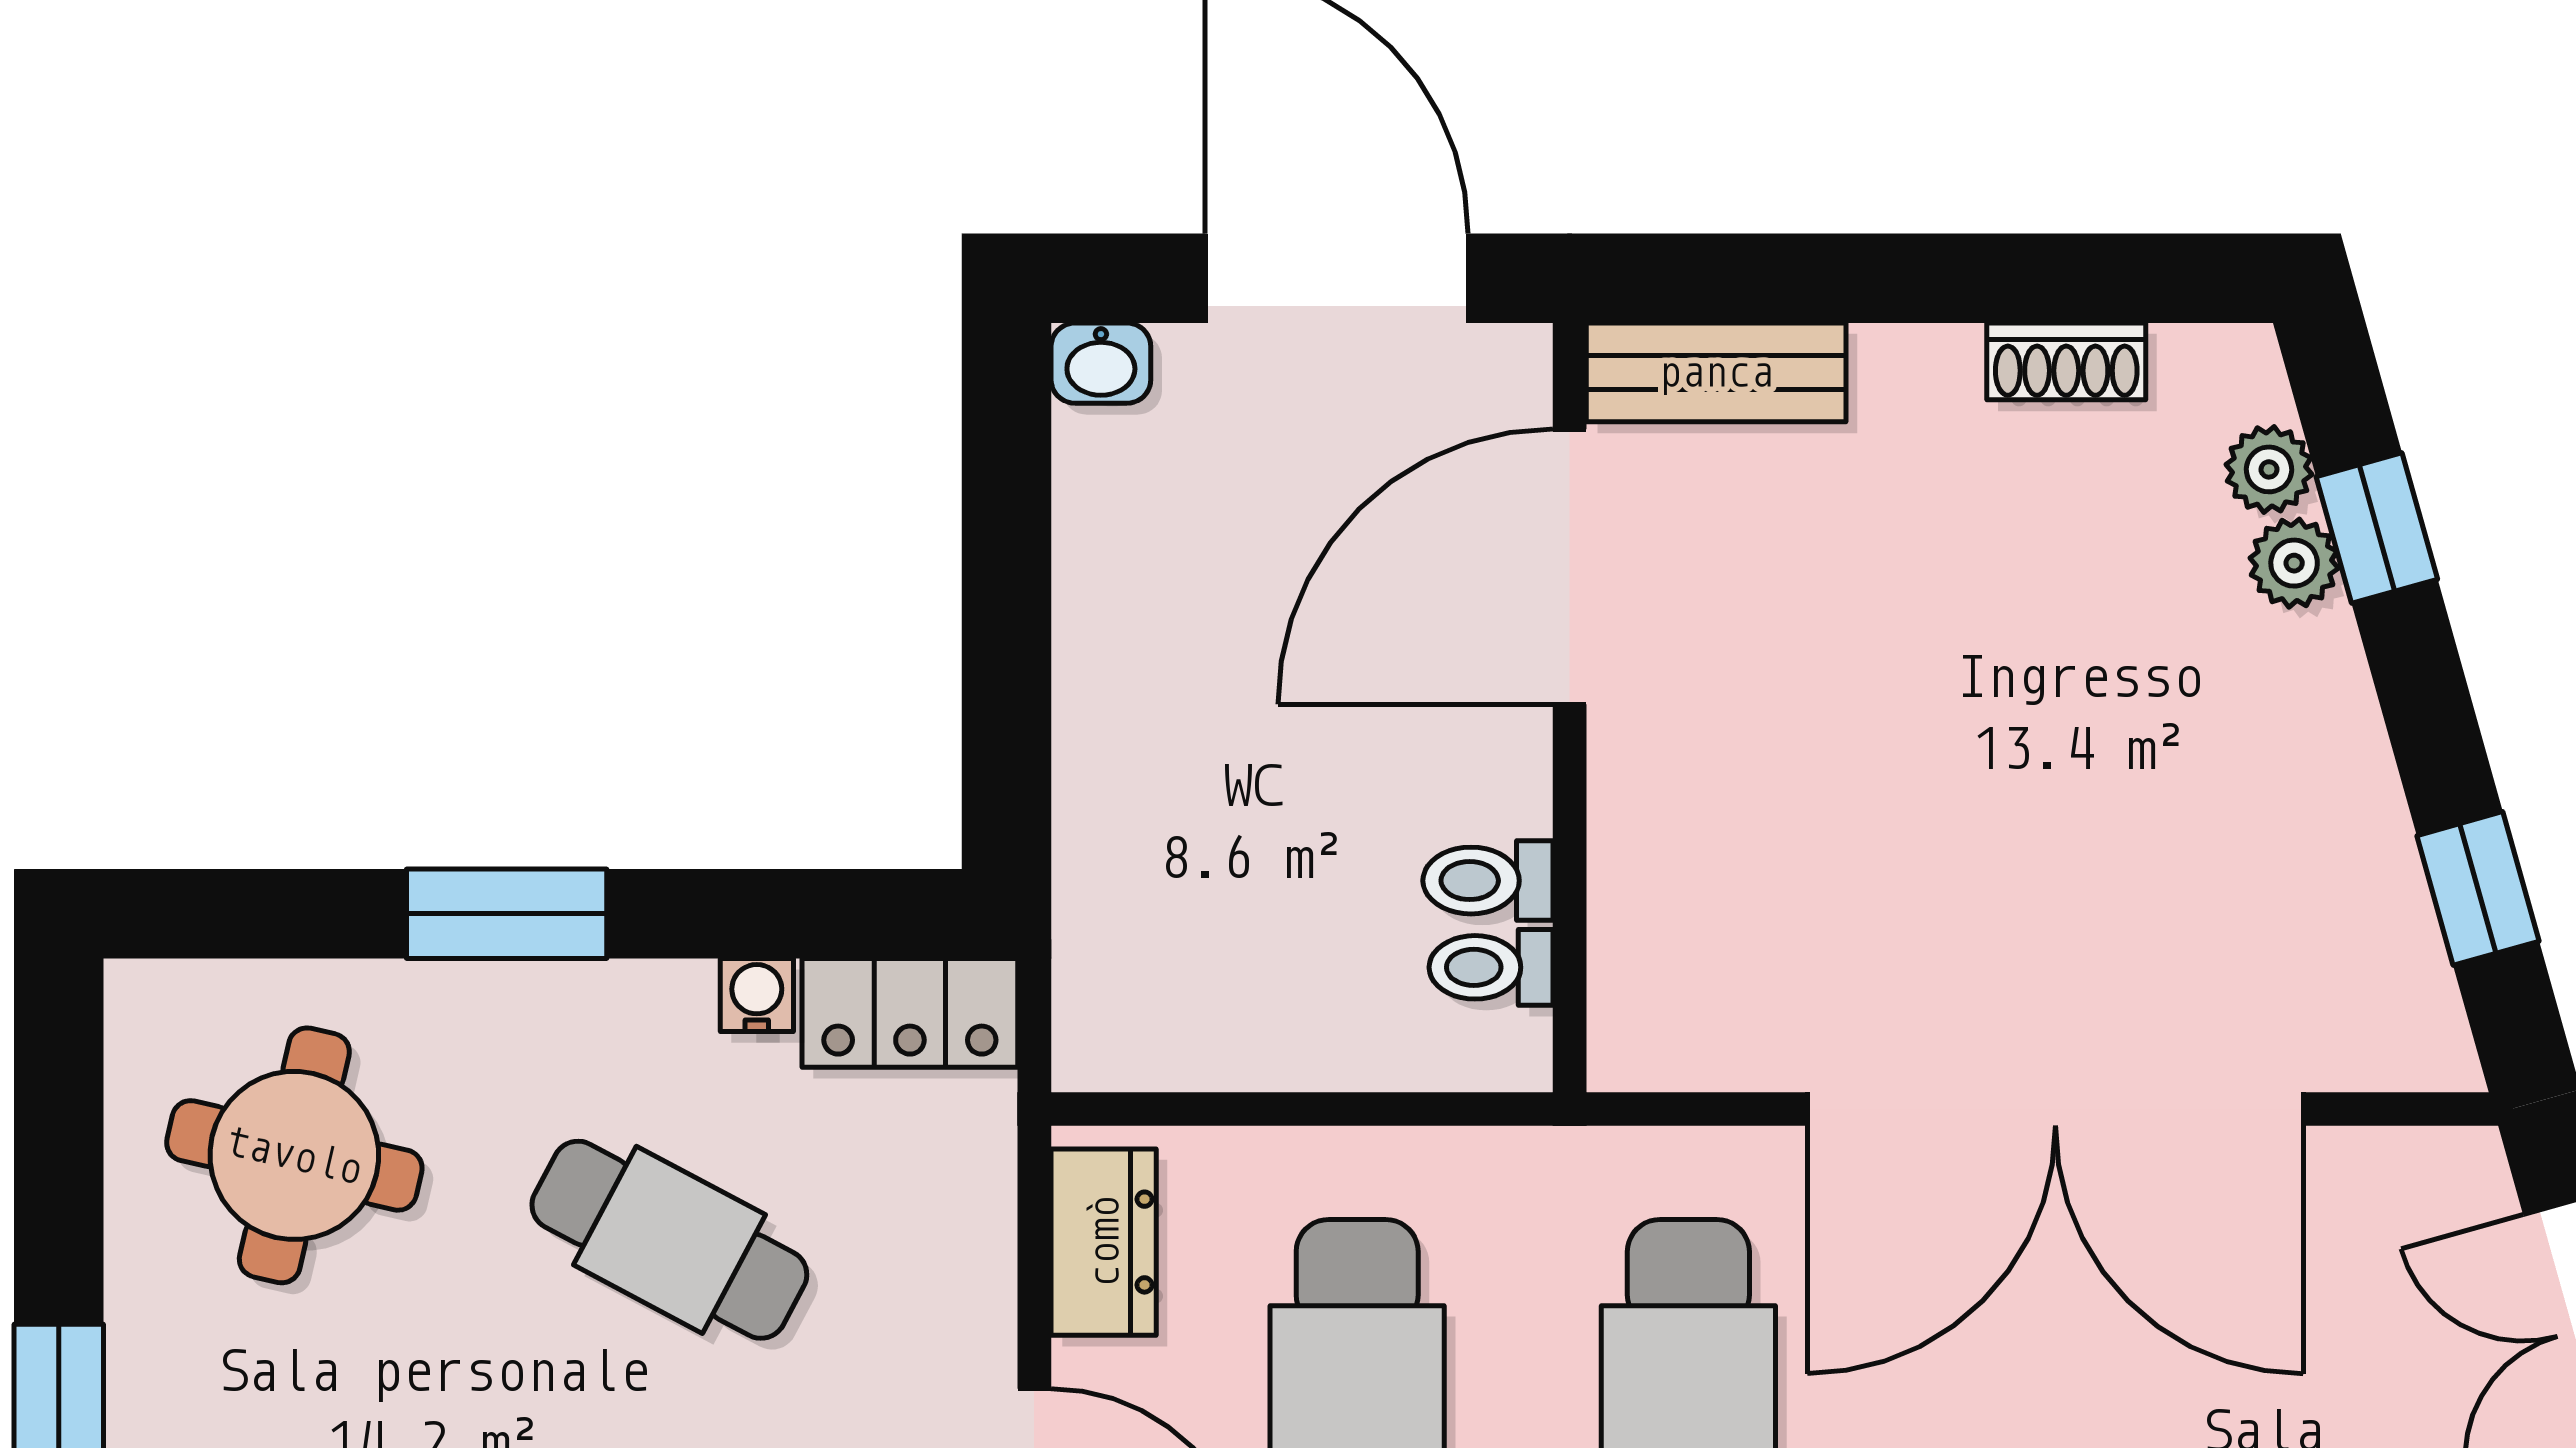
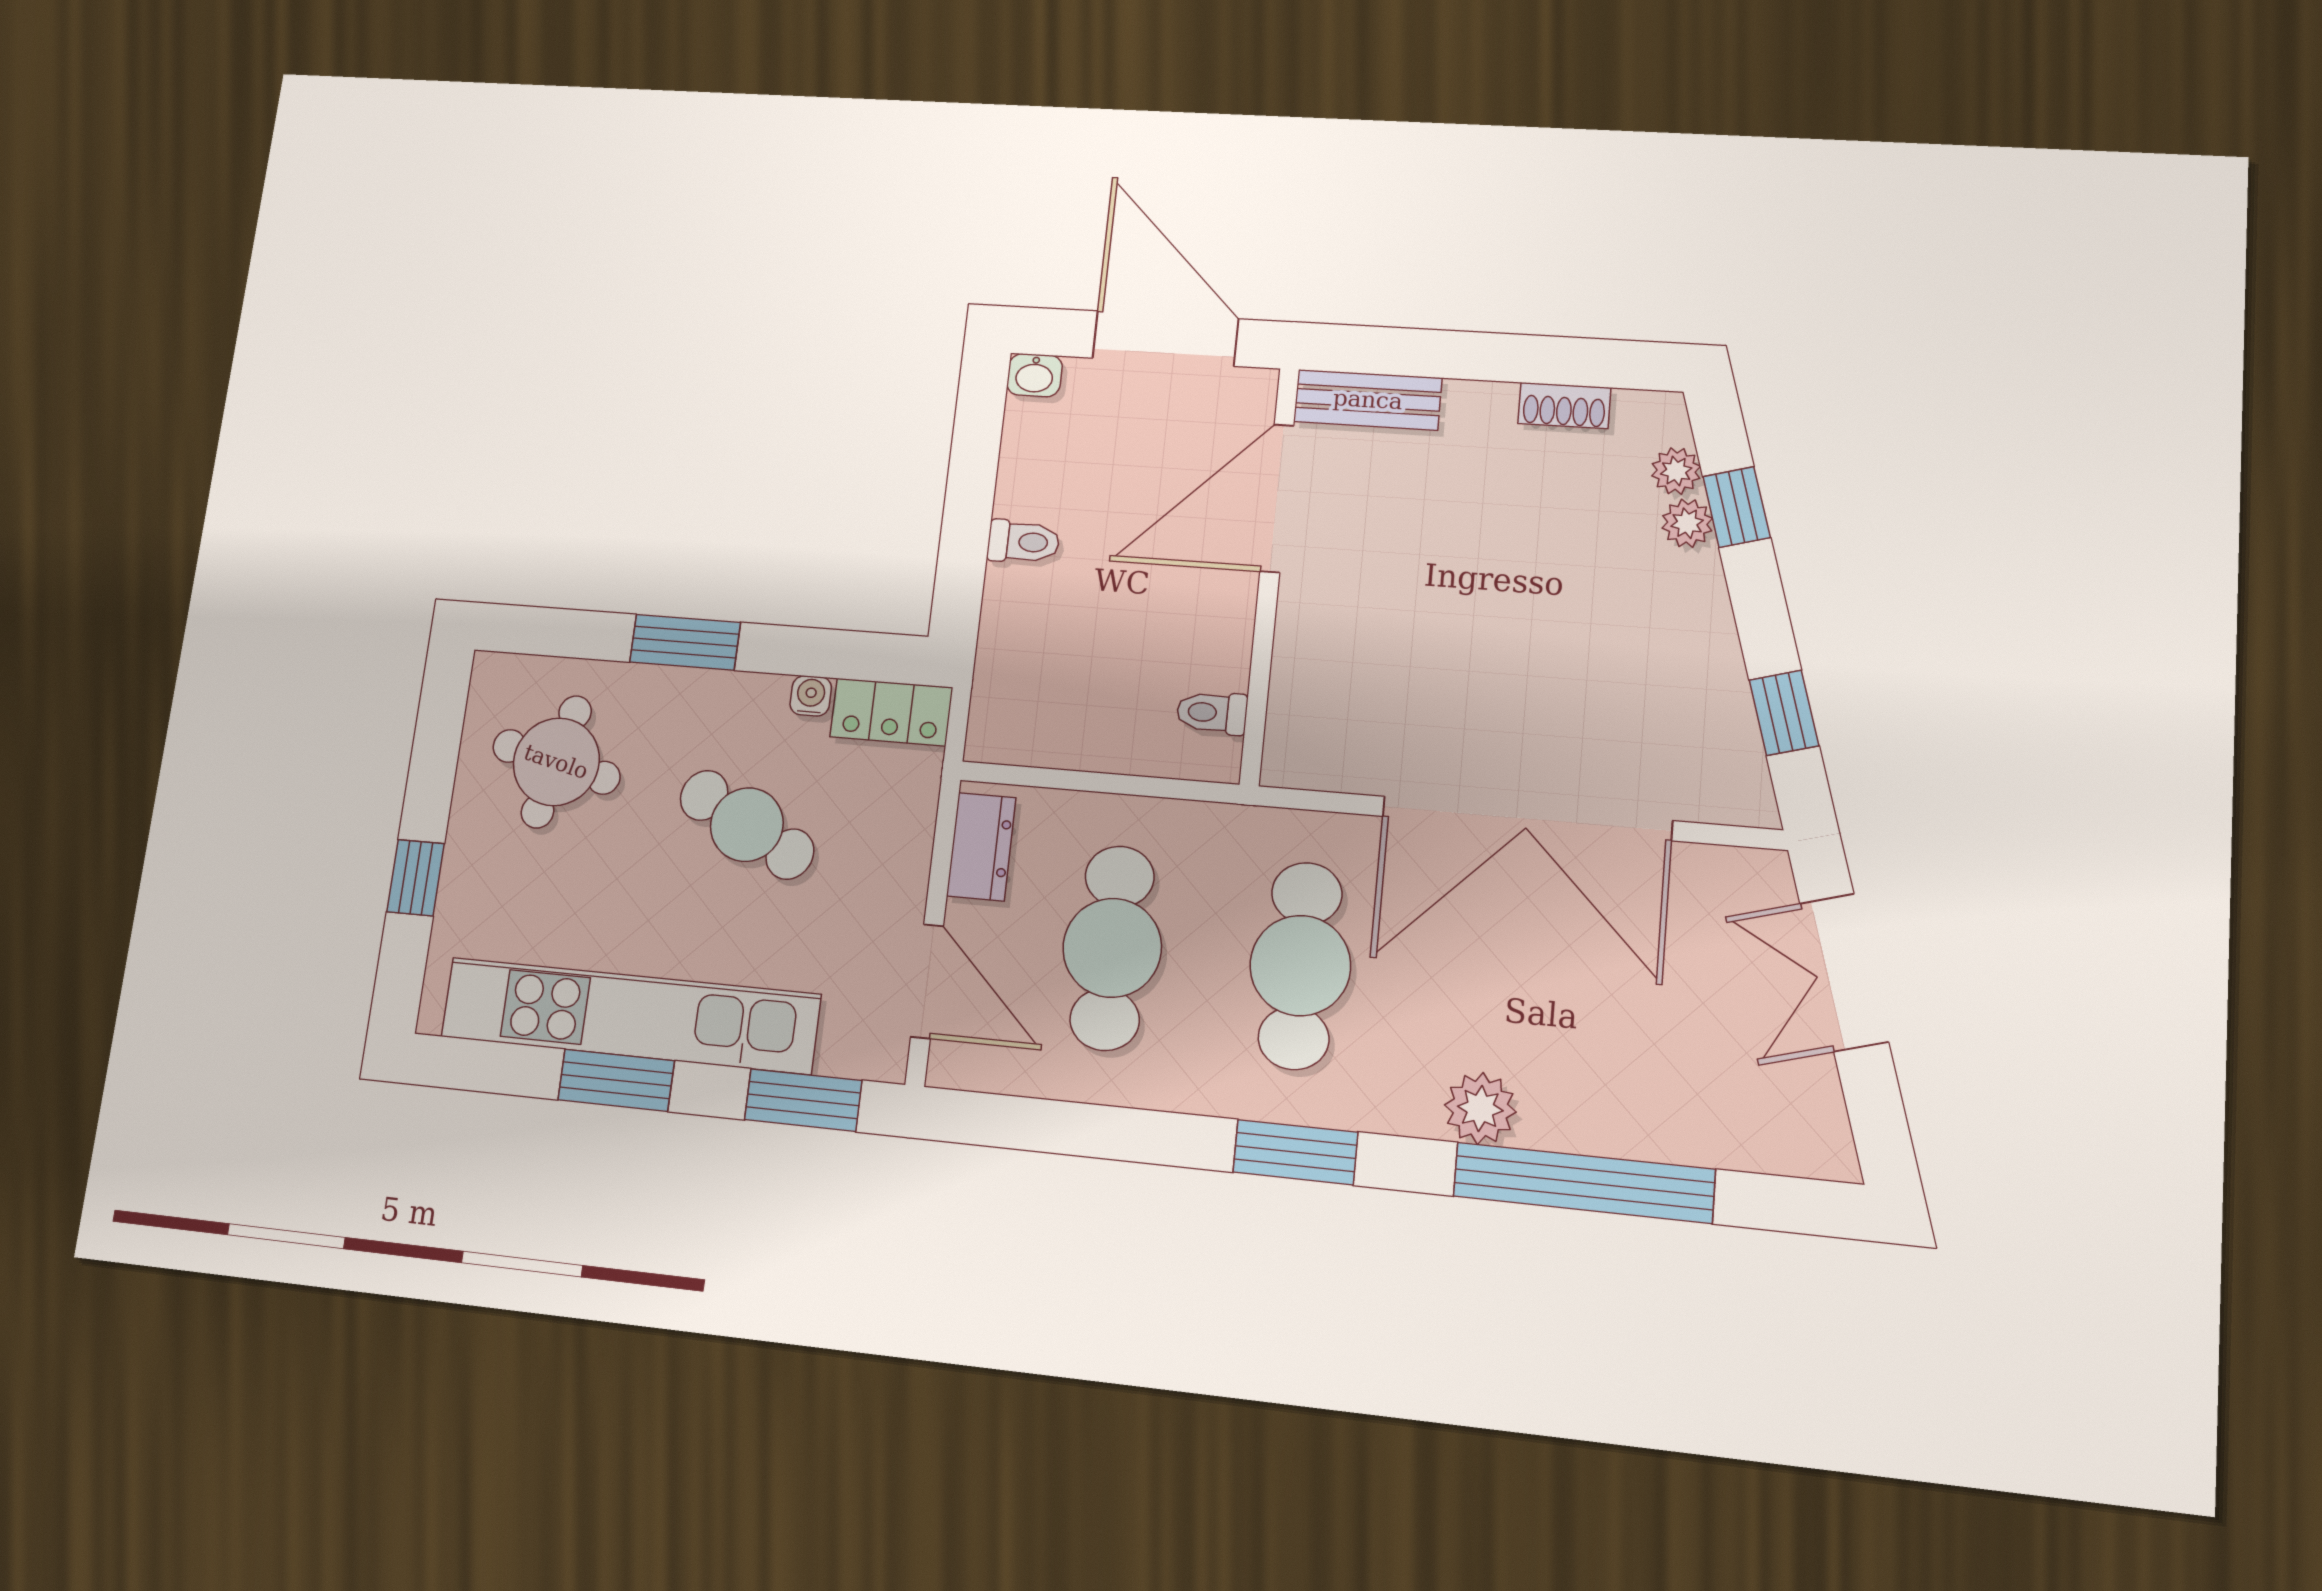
toilet: (1488, 881) -> (1023, 542), moved, turned 180

